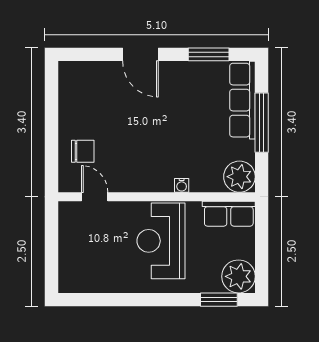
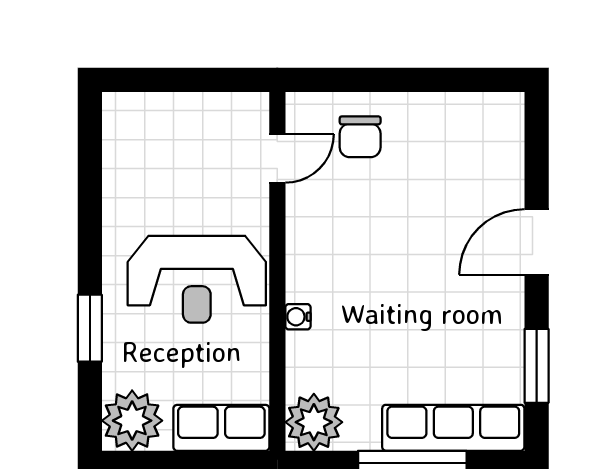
row of seats: (229, 214) -> (221, 428), moved, turned 90
reception desk: (161, 241) -> (197, 279), turned 180
window: (219, 300) -> (90, 328), moved

